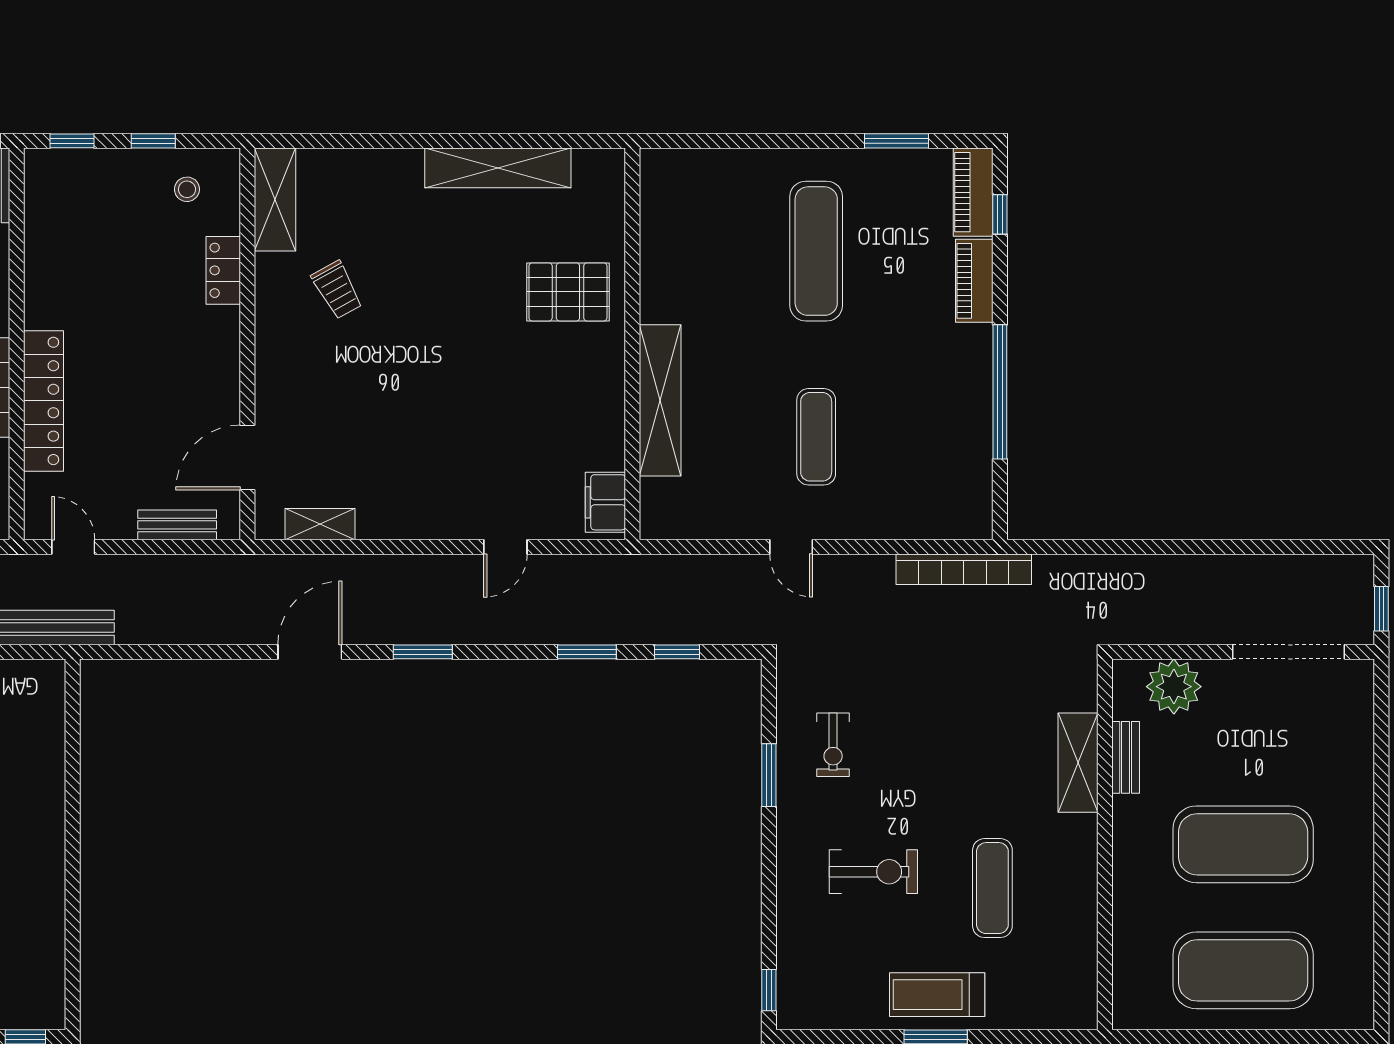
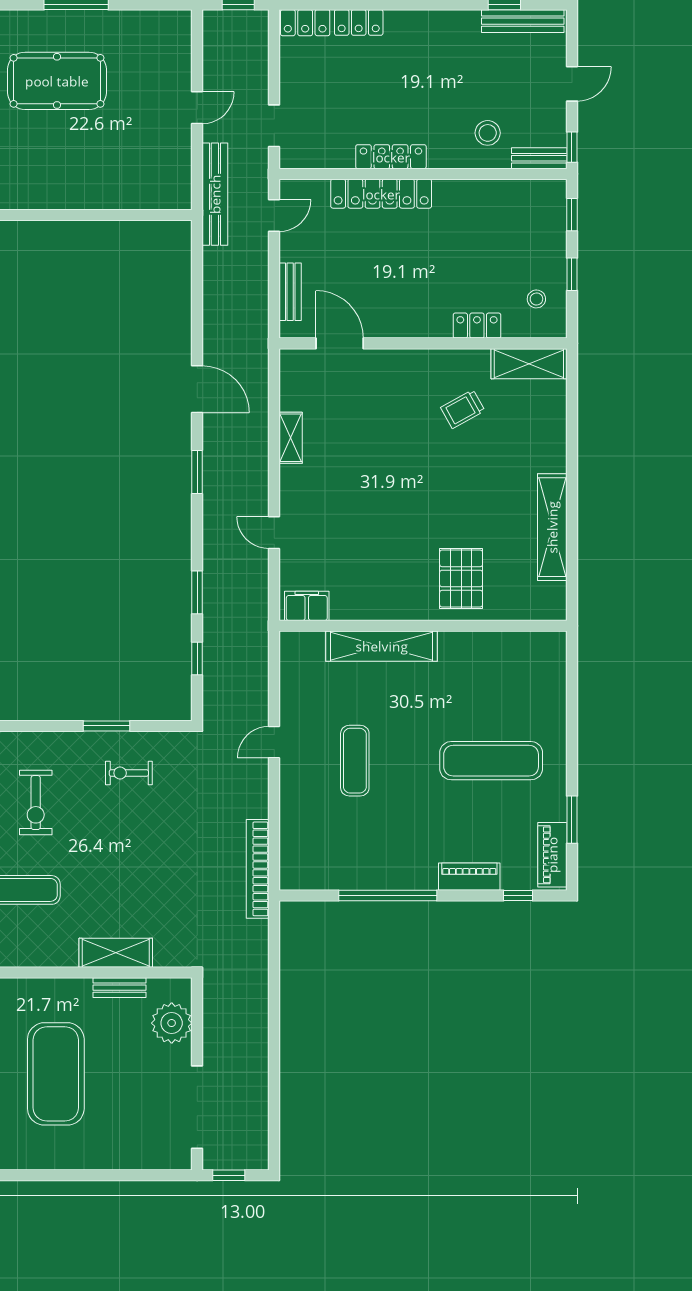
piano: (973, 192) -> (552, 855), moved, turned -90
exercise mat: (816, 437) -> (355, 761), turned 90
shelving: (320, 524) -> (291, 438), moved

